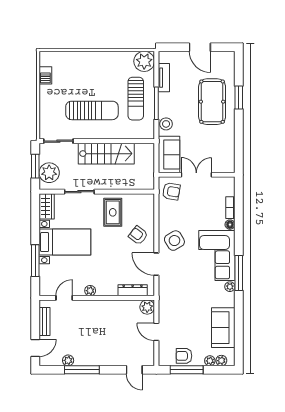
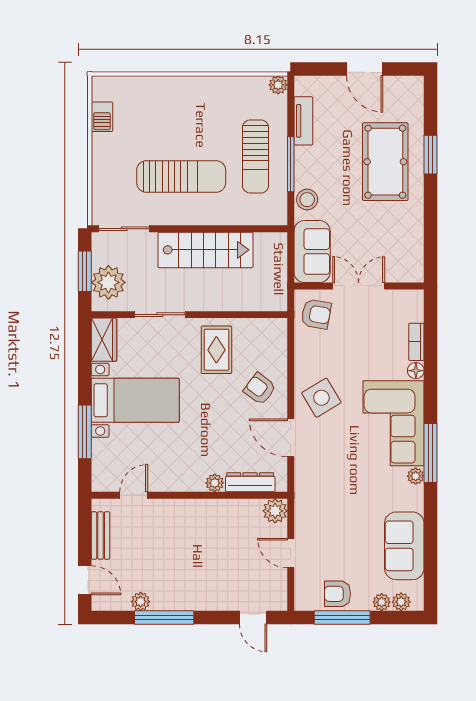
plant: (144, 61) -> (278, 85), width x0.53, depth x0.53
plant: (90, 291) -> (215, 483), moved
door: (35, 348) -> (85, 580), hinge flipped

